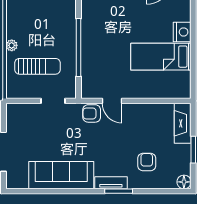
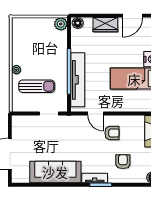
tv unit: (90, 58) -> (78, 80), added
armchair: (92, 113) -> (112, 133), moved, turned 180

